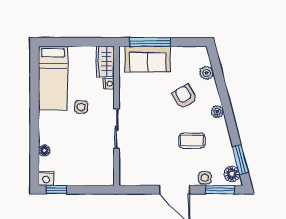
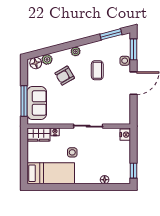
floor lamp: (232, 174) -> (36, 63), moved
nightstand: (46, 178) -> (125, 135), moved

